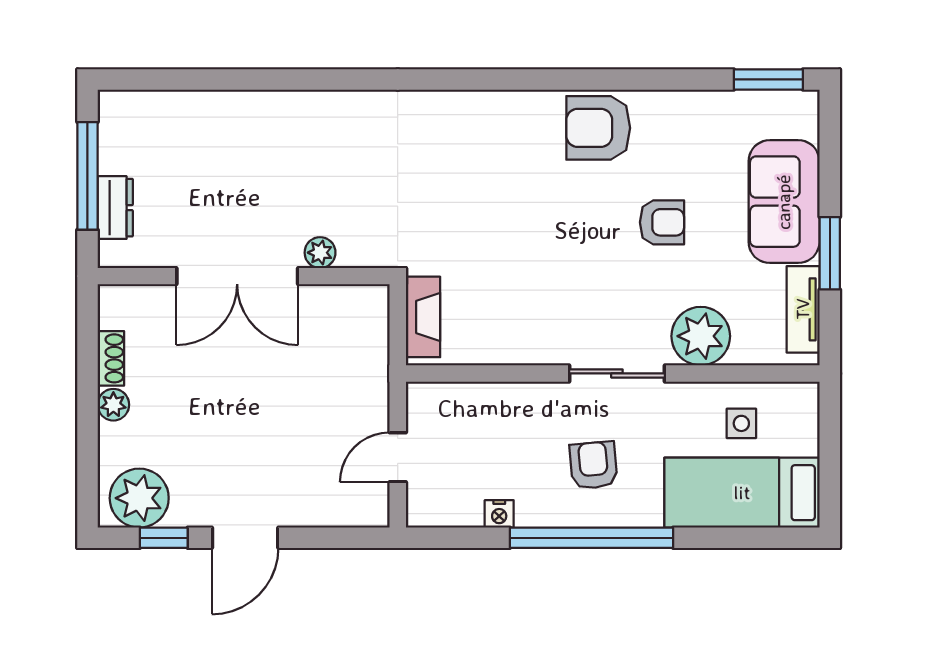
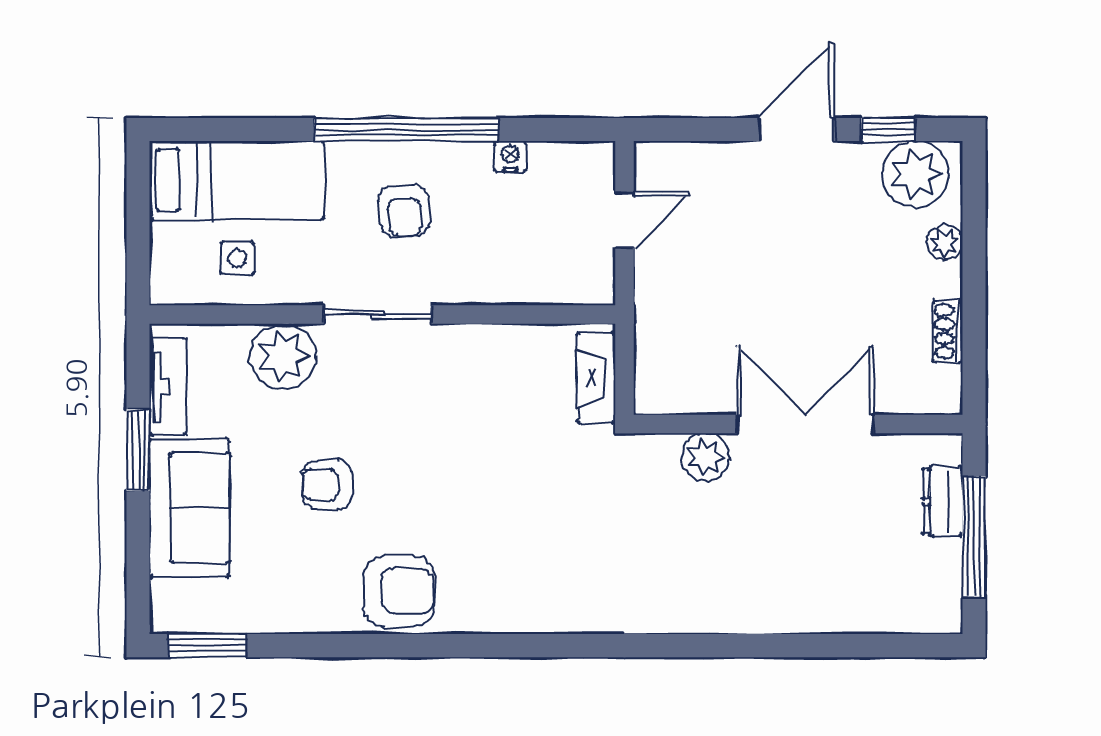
plant: (320, 253) -> (705, 457), width x1.38, depth x1.38
plant: (113, 405) -> (945, 242), moved

